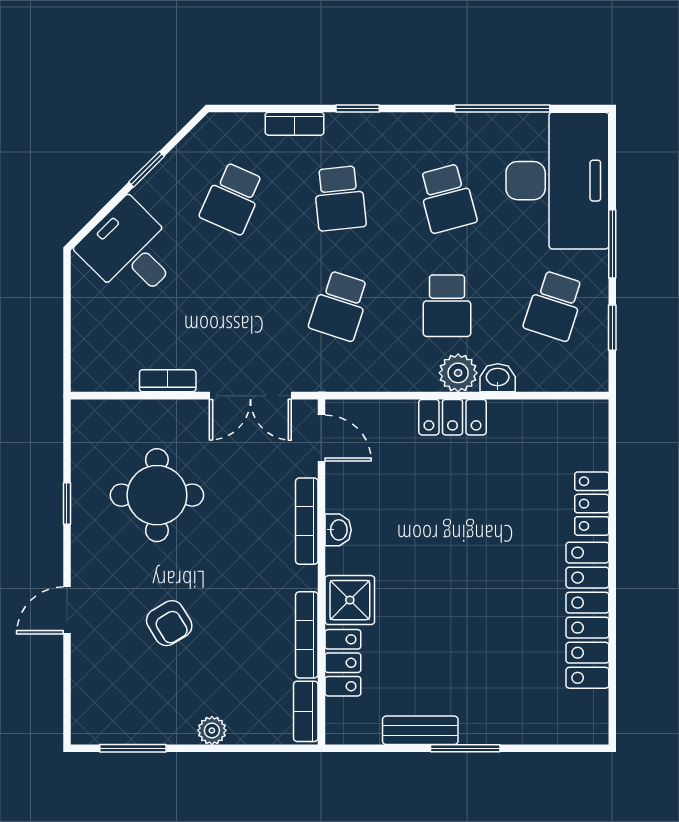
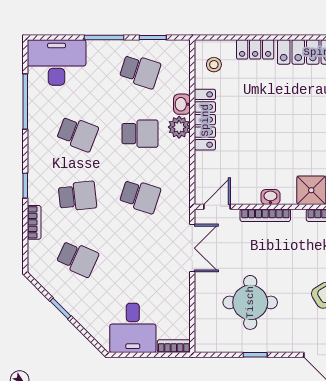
desk: (557, 181) -> (57, 62), width x0.73, depth x0.77
school desk: (447, 198) -> (77, 134), turned 36
desk: (130, 251) -> (133, 328), moved, turned -45
bookcase: (168, 381) -> (174, 346), moved, turned 90
locker: (452, 417) -> (205, 120), width x1.53
stool: (566, 433) -> (214, 65), added

